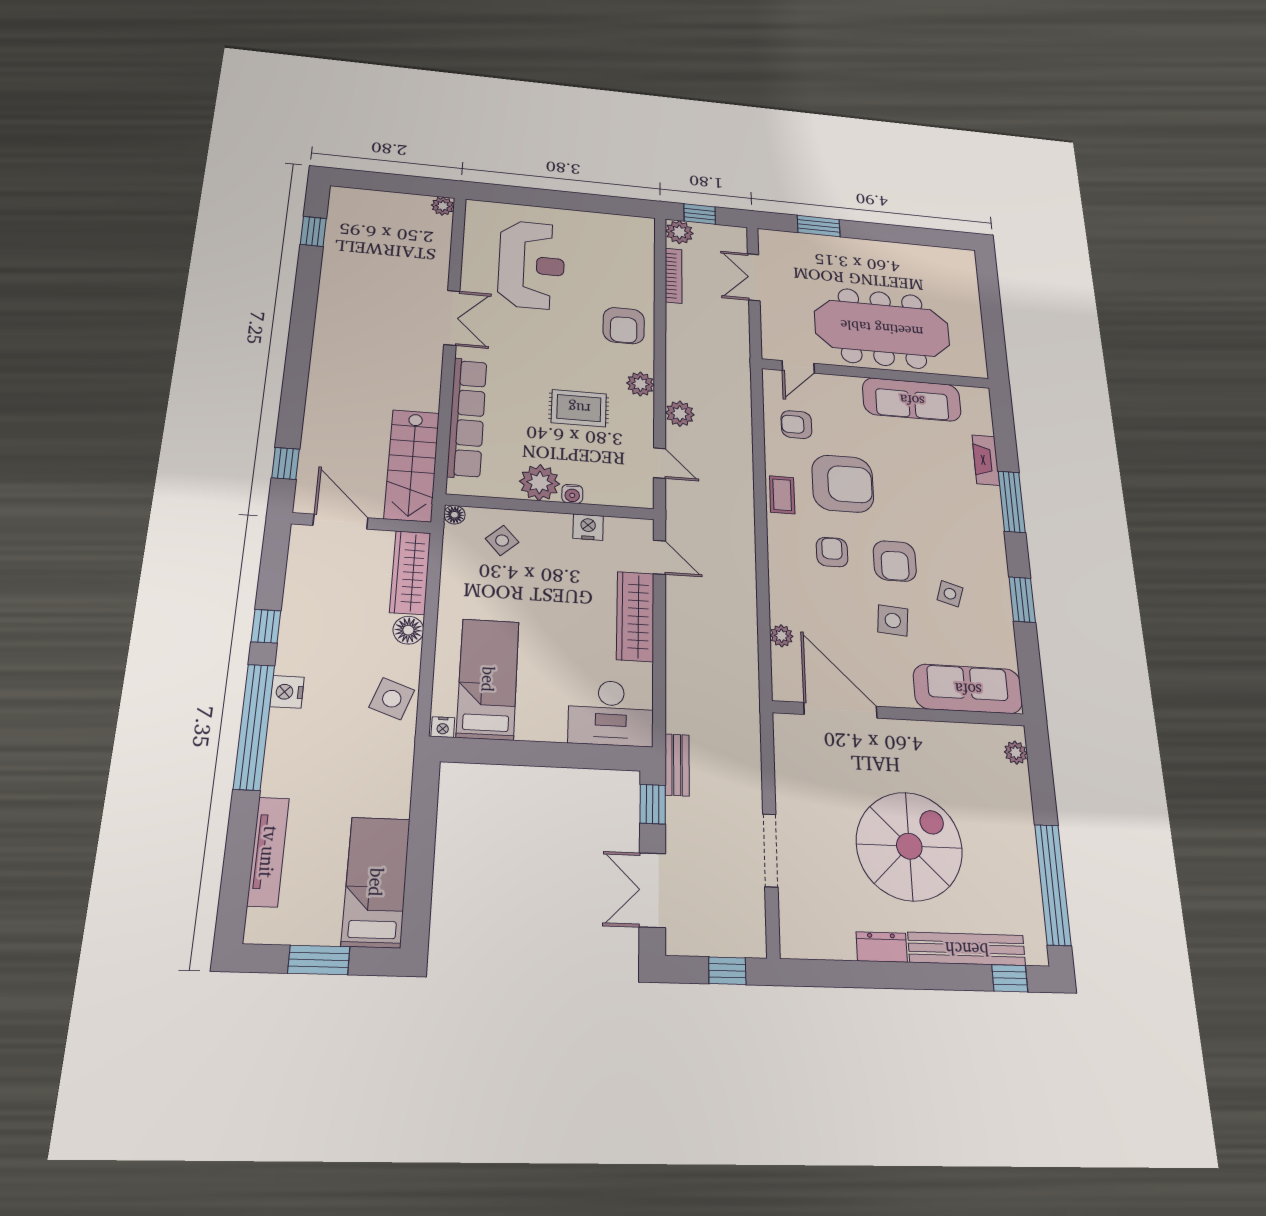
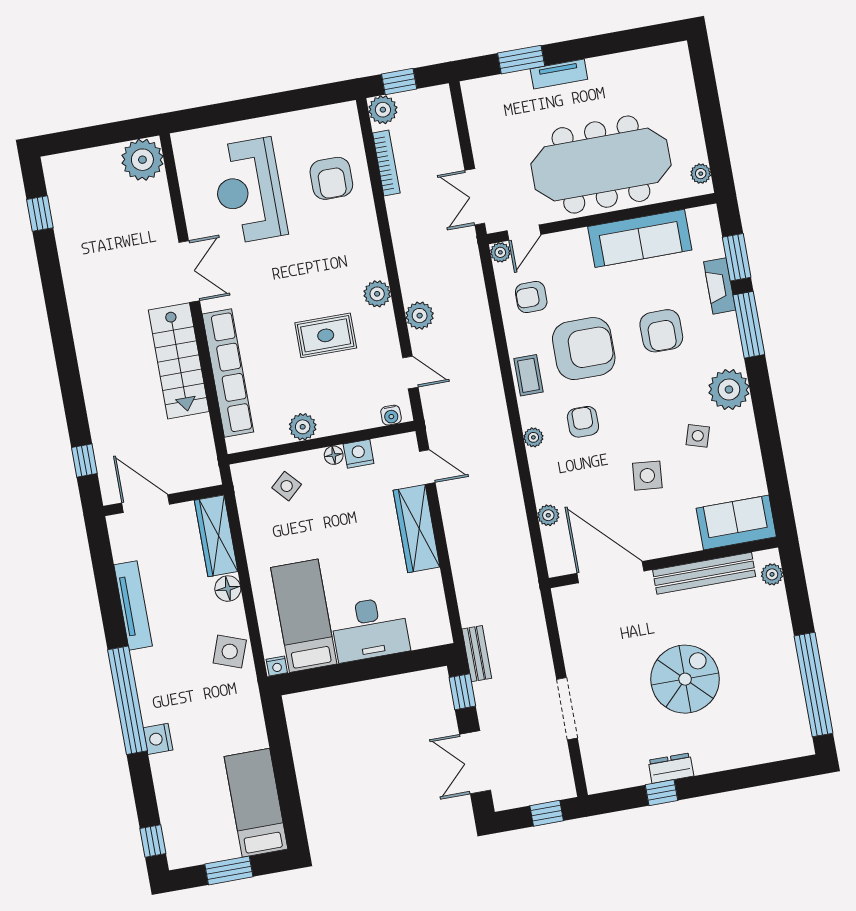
plant: (443, 206) -> (142, 160), width x1.88, depth x1.88
tv unit: (853, 246) -> (559, 74), added
reception desk: (532, 265) -> (249, 191), turned 180
double door: (754, 277) -> (475, 197), moved
armchair: (624, 326) -> (331, 178), moved
plant: (977, 359) -> (701, 174), added
plant: (772, 378) -> (500, 252), added
stairs: (412, 465) -> (179, 361), moved
plant: (540, 483) -> (303, 427), width x0.73, depth x0.73
water cooler: (572, 494) -> (391, 415), moved
floor lamp: (454, 515) -> (334, 455), moved
plant: (778, 555) -> (533, 437), added
plant: (986, 557) -> (729, 390), added
armchair: (895, 561) -> (661, 331), moved
window: (1022, 600) -> (737, 257), moved
window: (266, 626) -> (153, 841), moved
sofa: (968, 689) -> (736, 522), width x0.73
nightstand: (287, 692) -> (158, 739), moved
desk: (611, 713) -> (370, 629), moved
spiral stairs: (909, 846) -> (685, 679), width x0.73, depth x0.73
tv unit: (268, 852) -> (133, 605), moved
bench: (967, 949) -> (704, 573), moved
window: (1010, 978) -> (662, 793), moved

